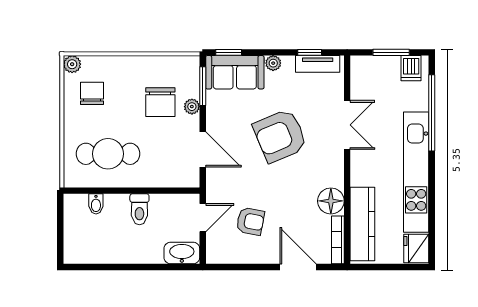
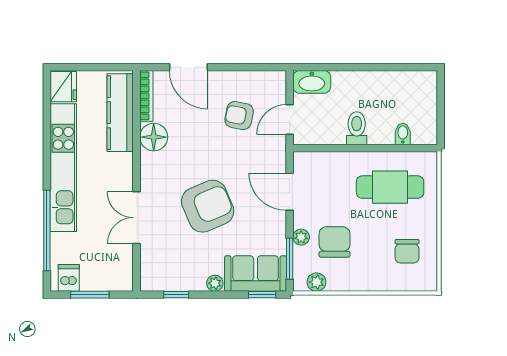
plant: (72, 64) -> (316, 282), moved
tv unit: (318, 64) -> (168, 282), removed

